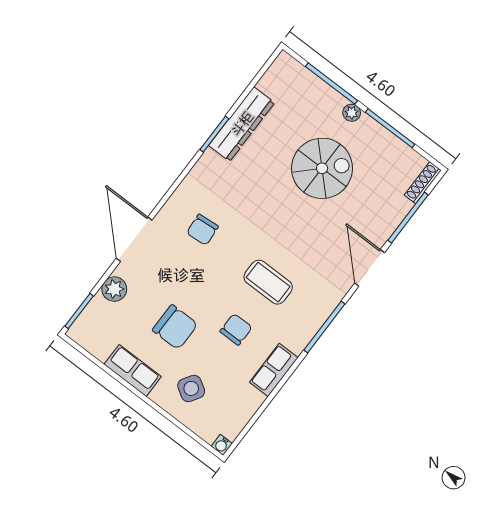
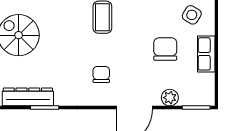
chair: (202, 230) -> (101, 74), turned -85
chair: (236, 329) -> (141, 15), removed

